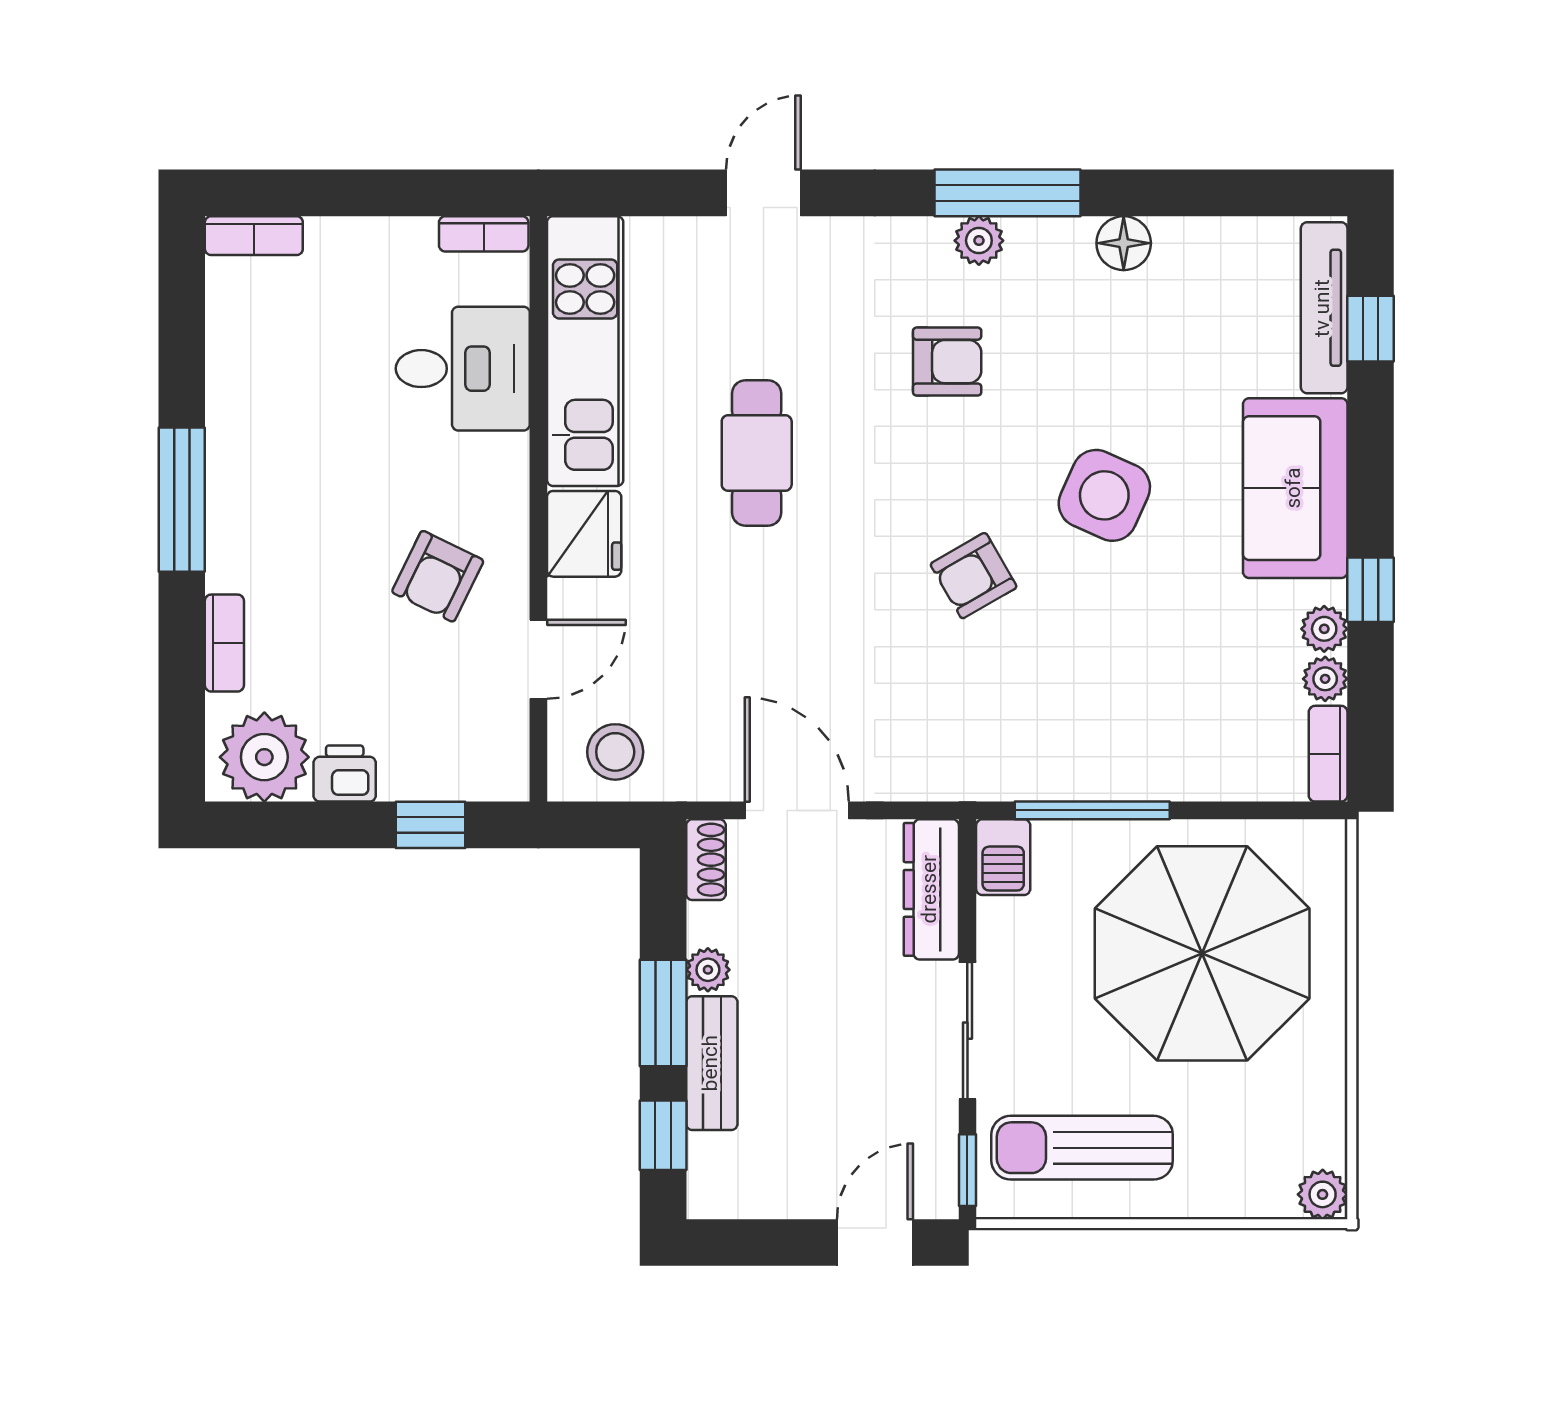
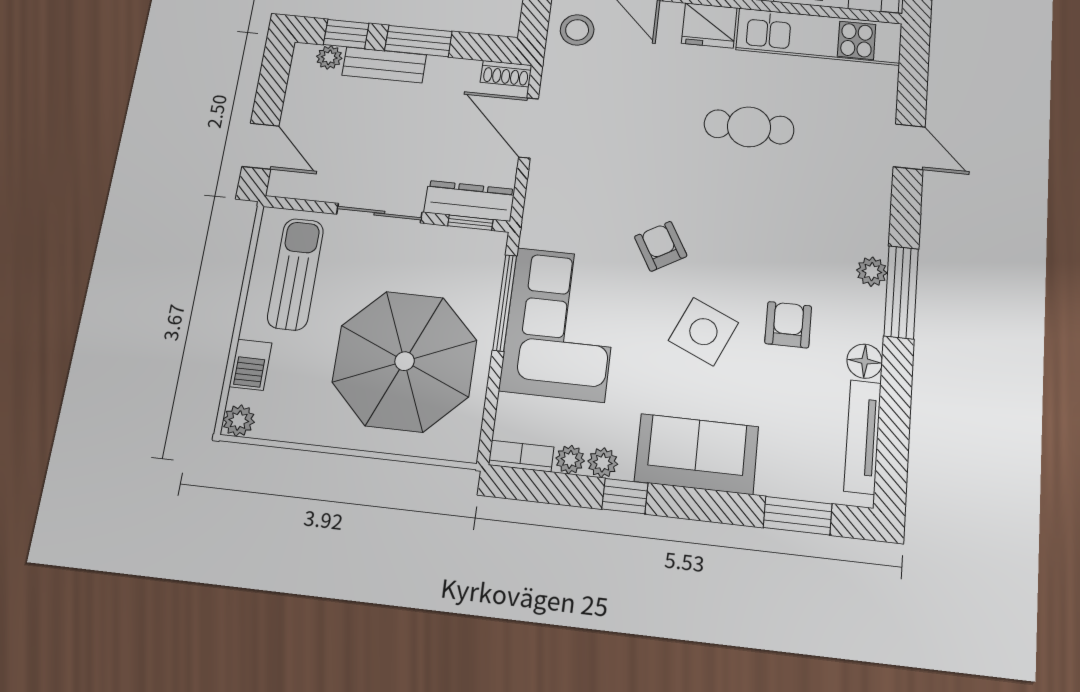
tv unit: (1324, 308) -> (863, 437), moved, turned -90
window: (1371, 329) -> (798, 516), width x1.50
armchair: (947, 362) -> (788, 325), moved, turned 180
corner sofa: (1117, 719) -> (560, 324), added
door: (797, 810) -> (529, 128), swing flipped
barbecue: (1003, 857) -> (250, 365), moved, turned -90
plant: (708, 970) -> (329, 57), moved
window: (967, 1170) -> (470, 223), moved

